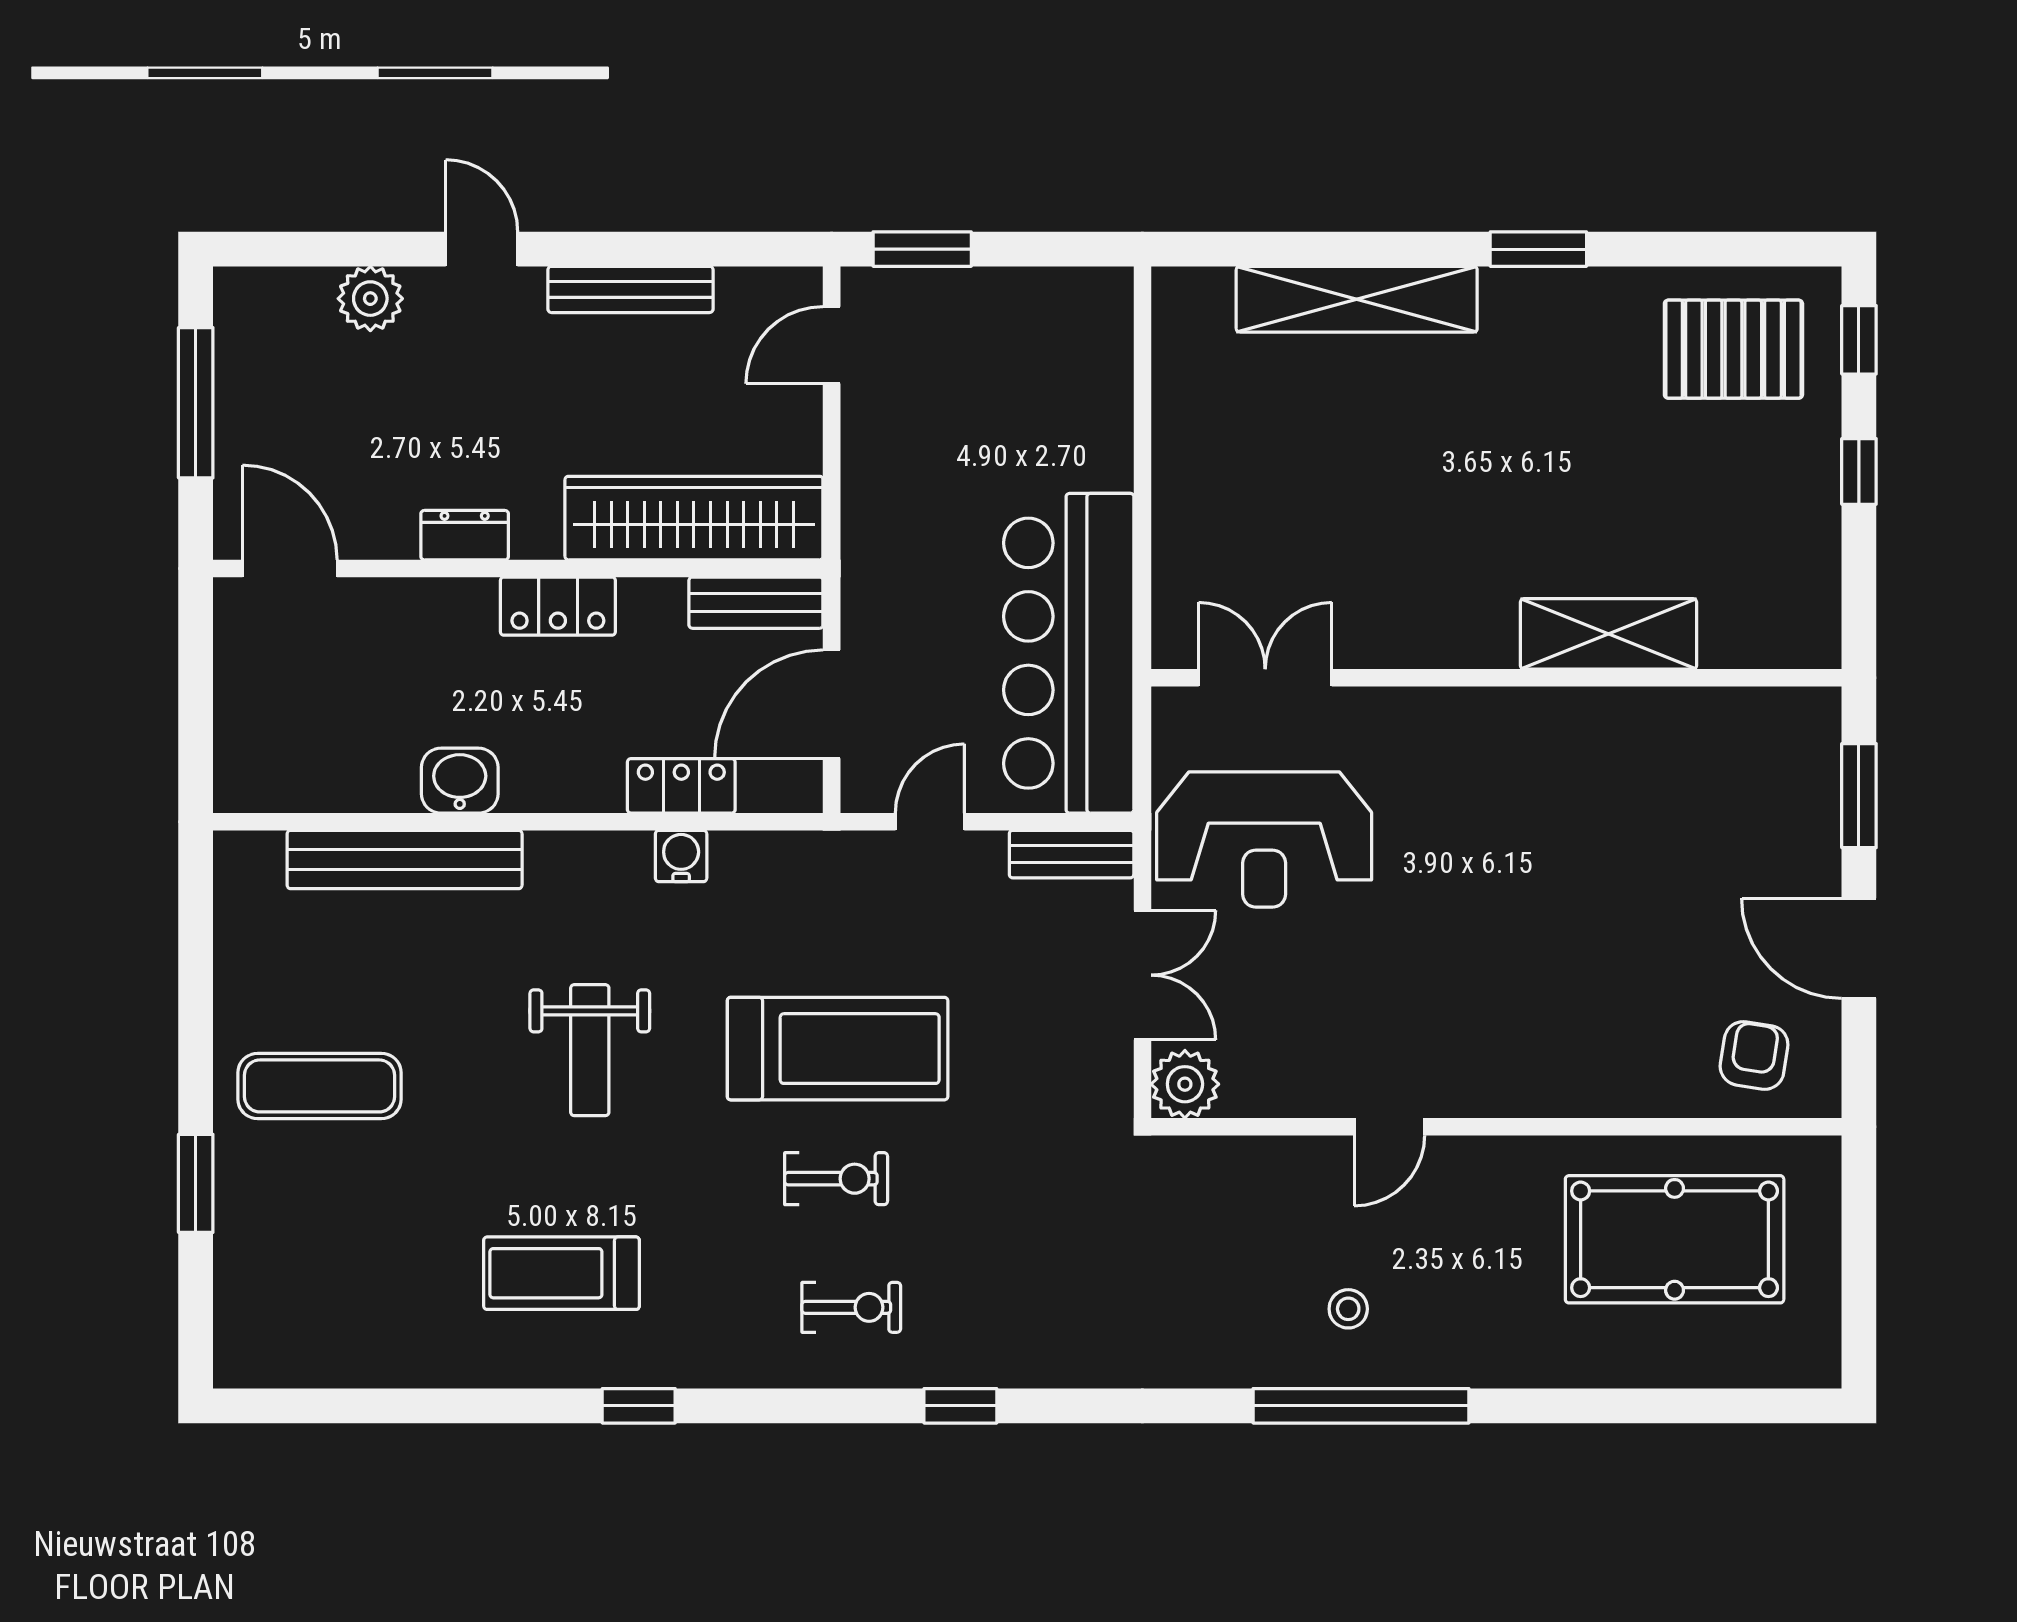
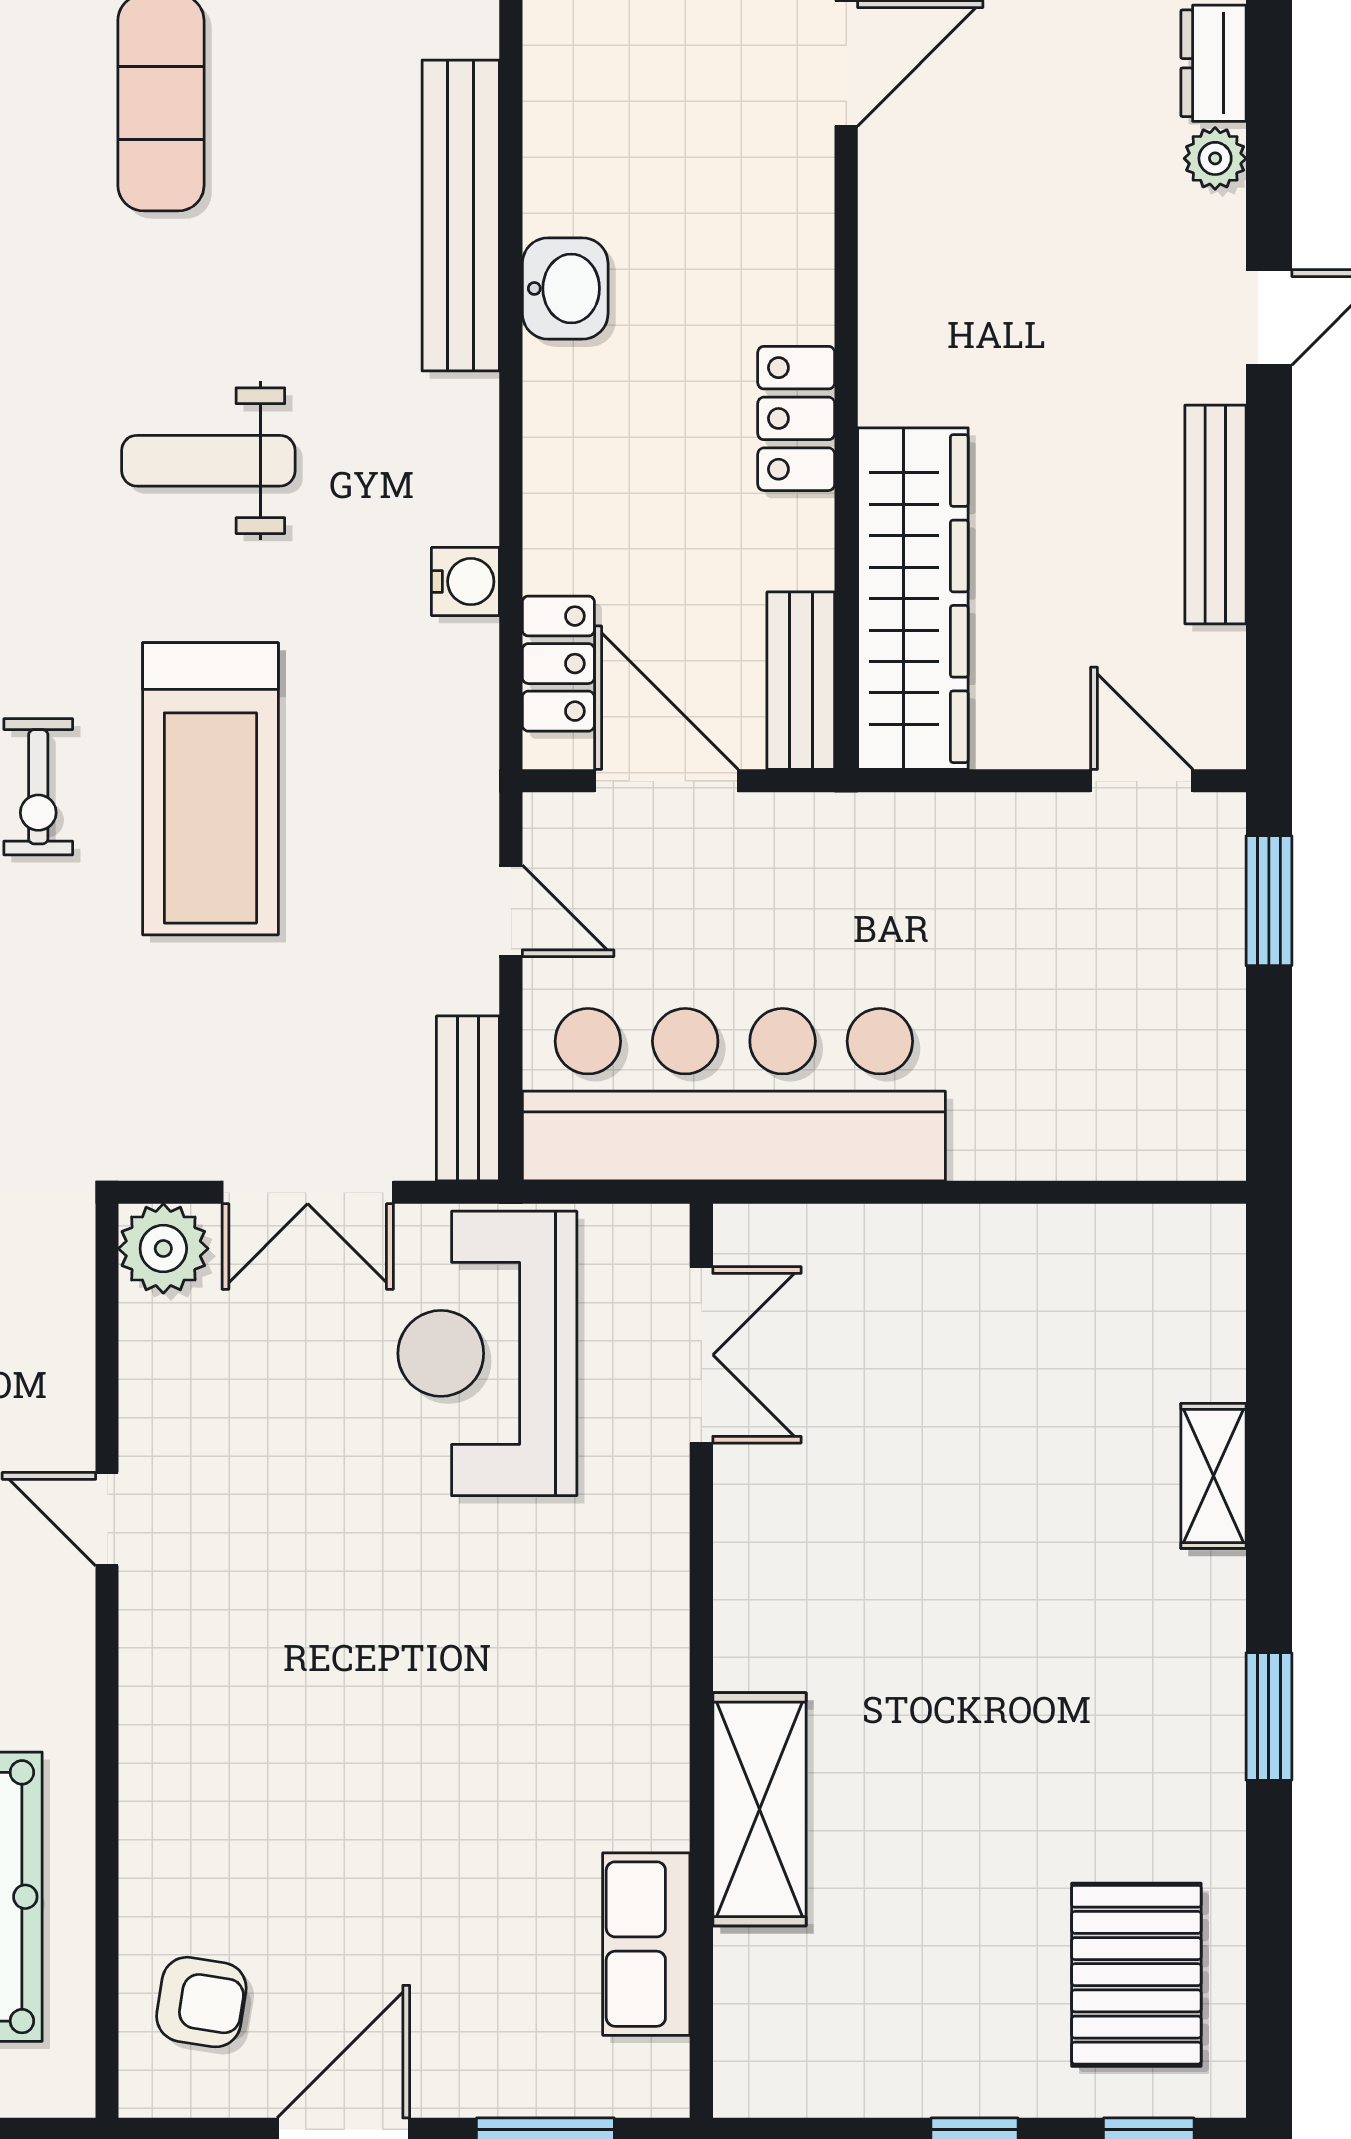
plant: (370, 299) -> (1215, 158), width x0.73, depth x0.73
shelving: (1357, 299) -> (1213, 1476), width x0.45, depth x0.75
dresser: (465, 535) -> (1213, 63), moved, turned 180
row of seats: (1710, 719) -> (646, 1944), added
locker: (681, 786) -> (558, 664), moved

